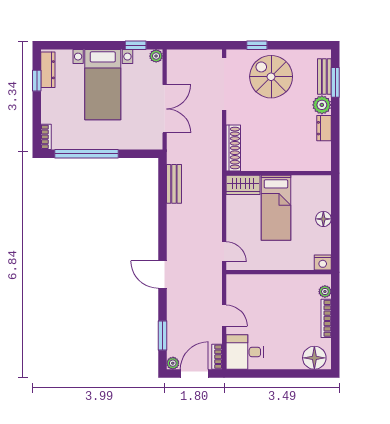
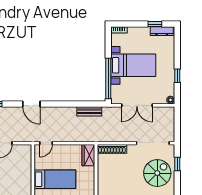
window: (136, 45) -> (177, 76), moved
bed with nightstands: (103, 85) -> (133, 65), moved, turned 180
window: (86, 154) -> (108, 79), moved
bed: (276, 208) -> (55, 179), moved, turned 180
door: (162, 275) -> (31, 104), swing flipped

